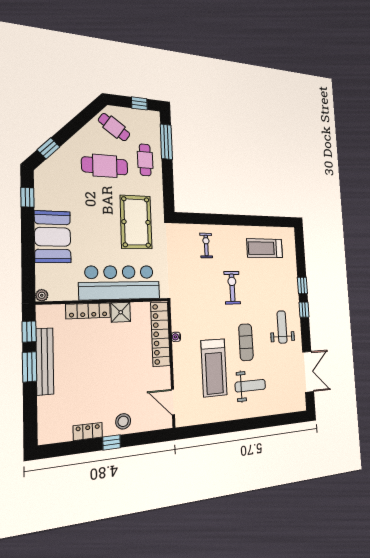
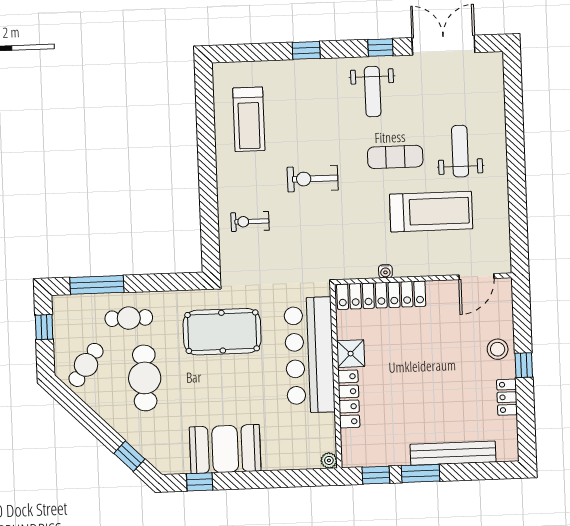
booth: (53, 237) -> (225, 449), moved
window: (304, 310) -> (380, 48), moved
weight bench: (282, 327) -> (373, 92), turned -90
bench: (45, 361) -> (453, 453), moved

